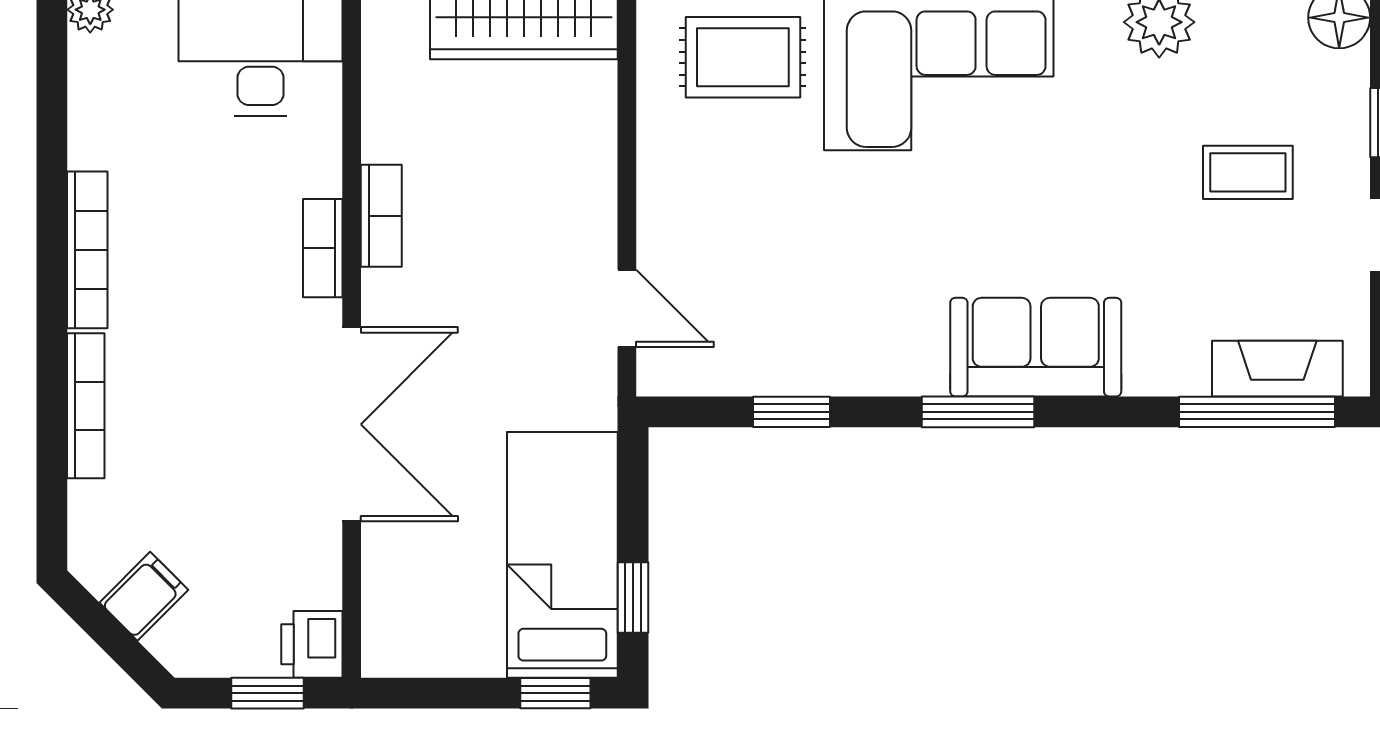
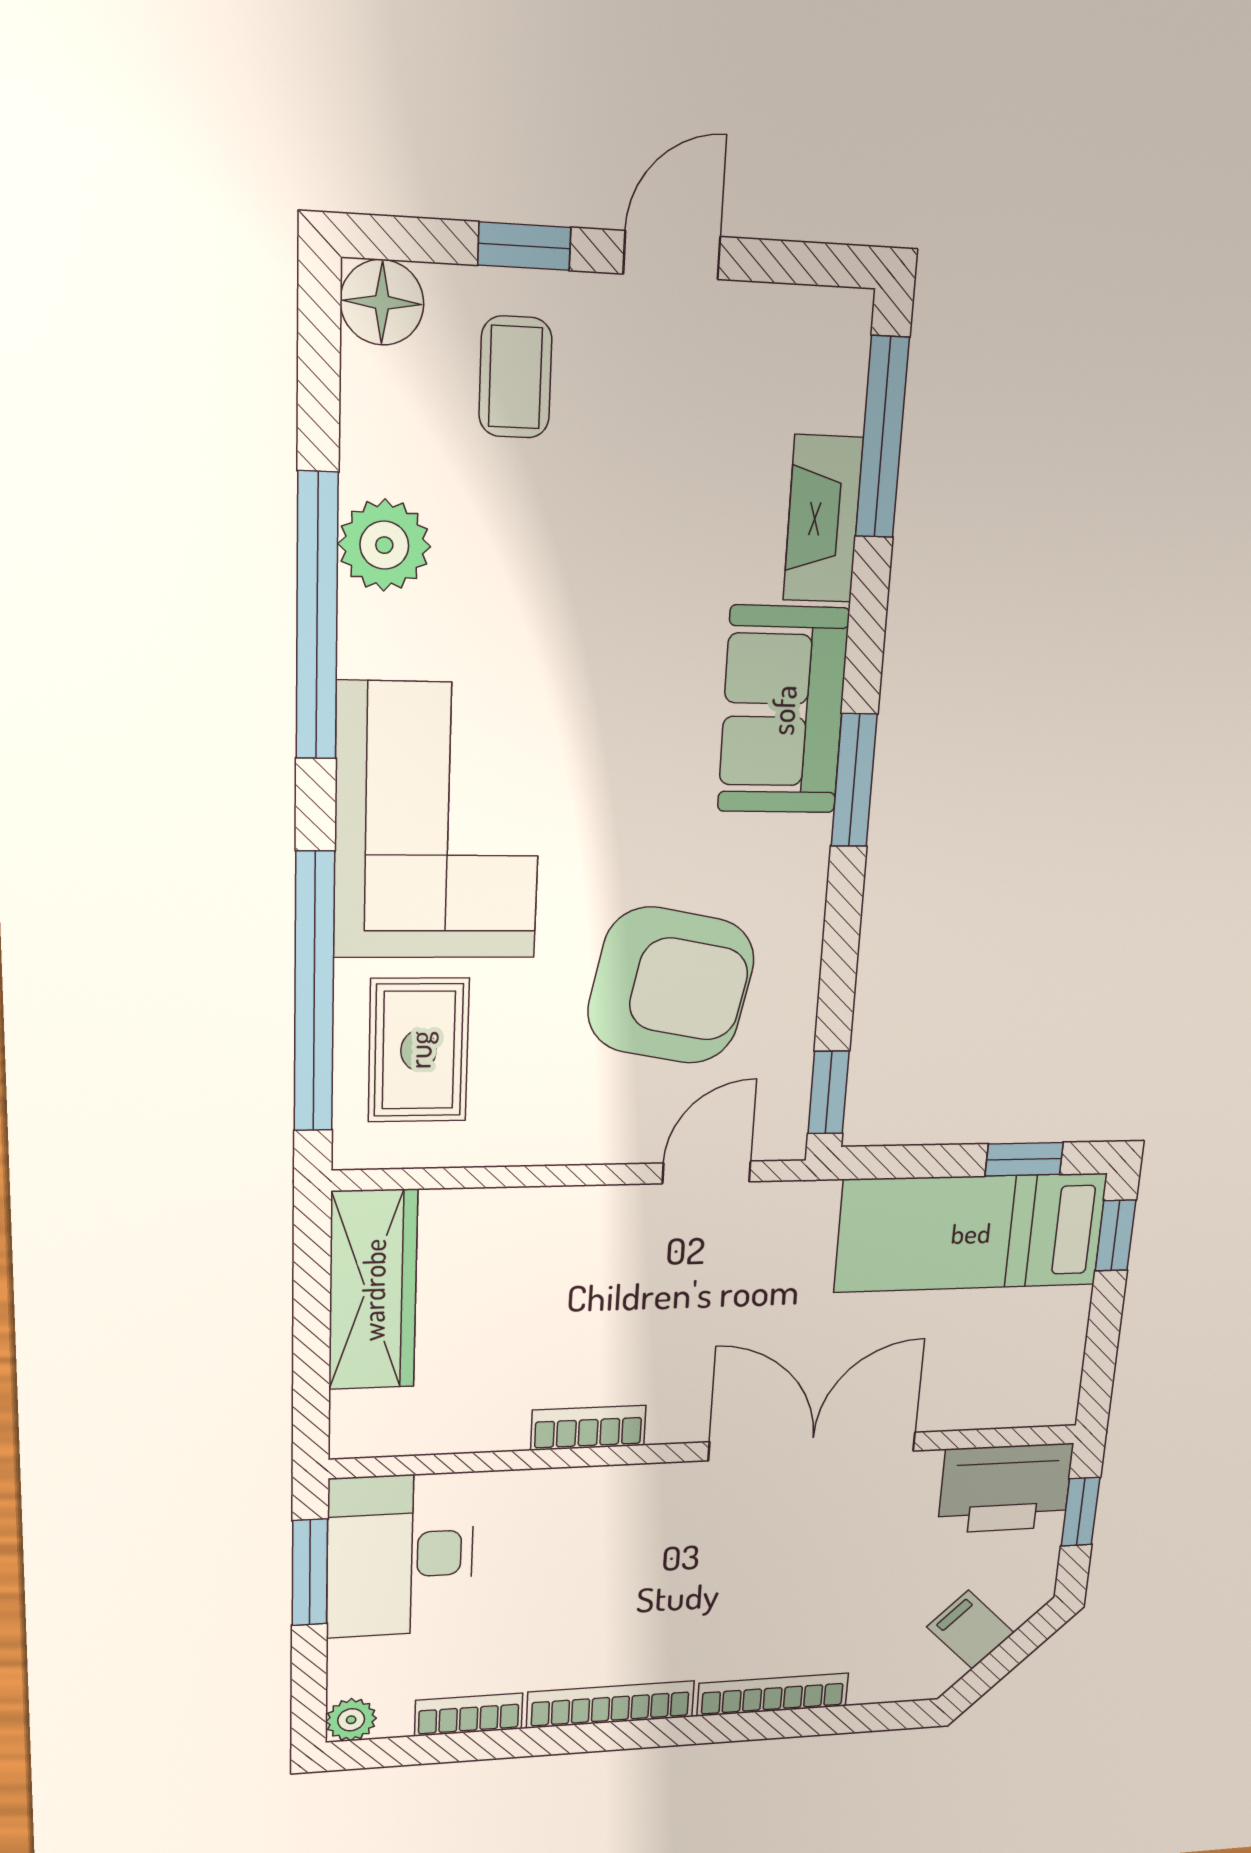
coffee table: (1248, 172) -> (515, 377), moved
bookcase: (323, 248) -> (469, 1715), moved, turned 180
armchair: (798, 267) -> (671, 986), added
fireplace: (1277, 369) -> (823, 519), moved
window: (792, 412) -> (828, 1092), moved
printer: (312, 644) -> (1005, 1488), width x1.87, depth x1.48

